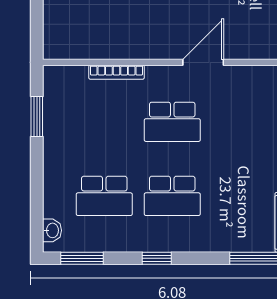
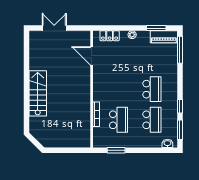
door: (203, 62) -> (92, 56), moved
school desk: (172, 122) -> (118, 120), moved
window: (157, 258) -> (180, 106), moved

